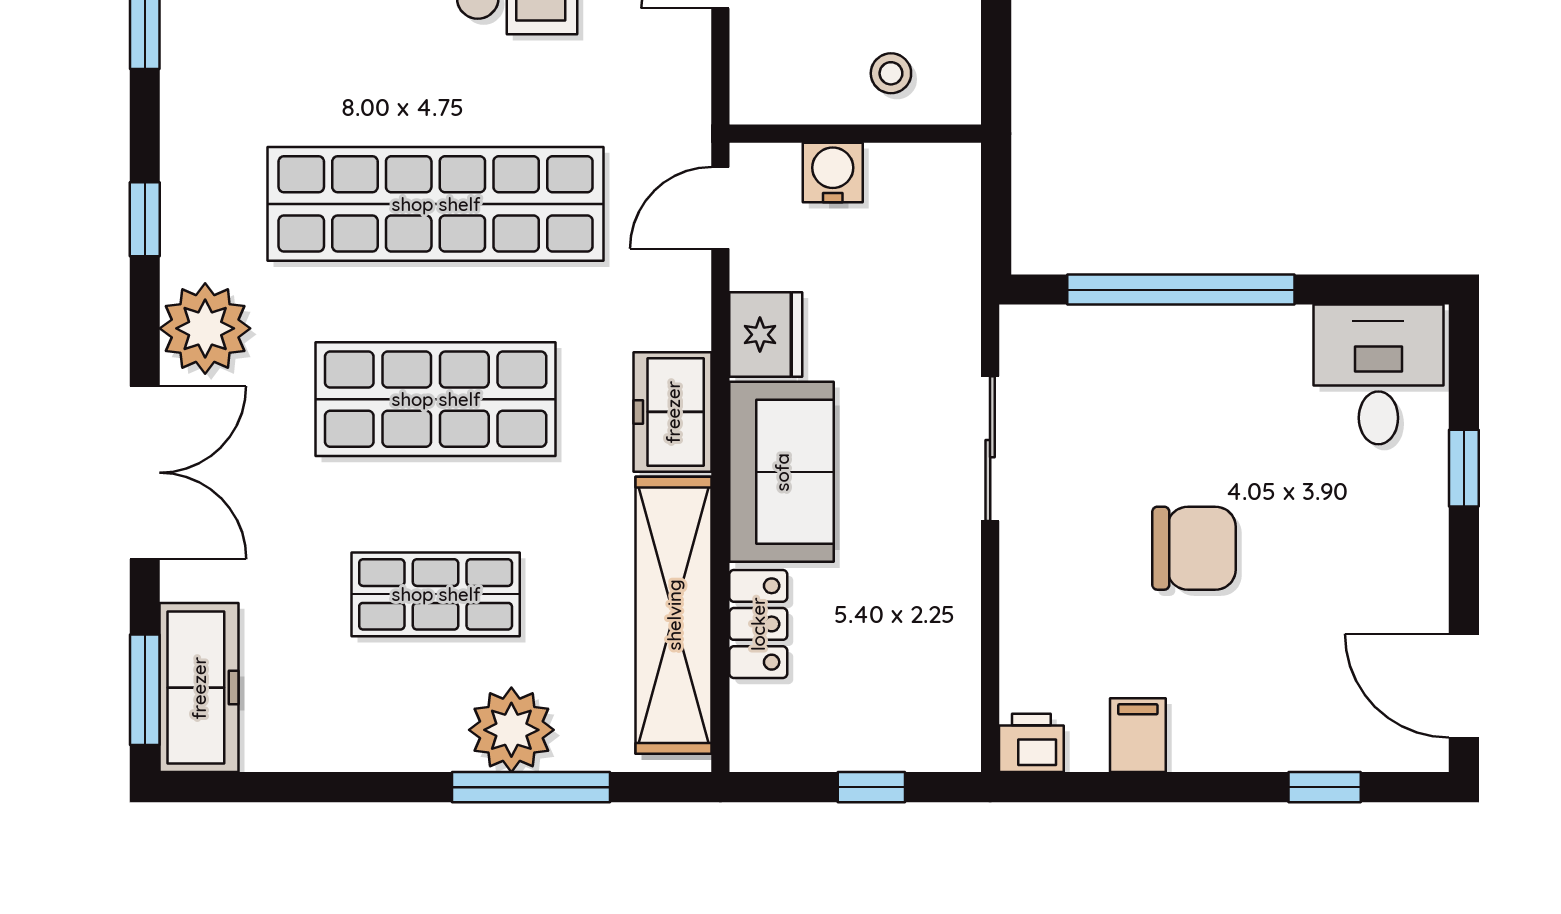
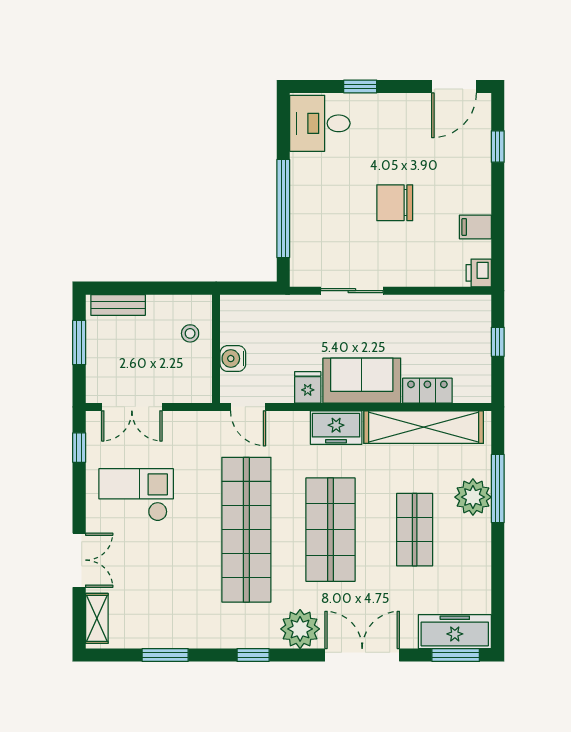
fridge: (766, 335) -> (308, 387), width x0.72
chair: (1194, 548) -> (395, 203), turned -90

